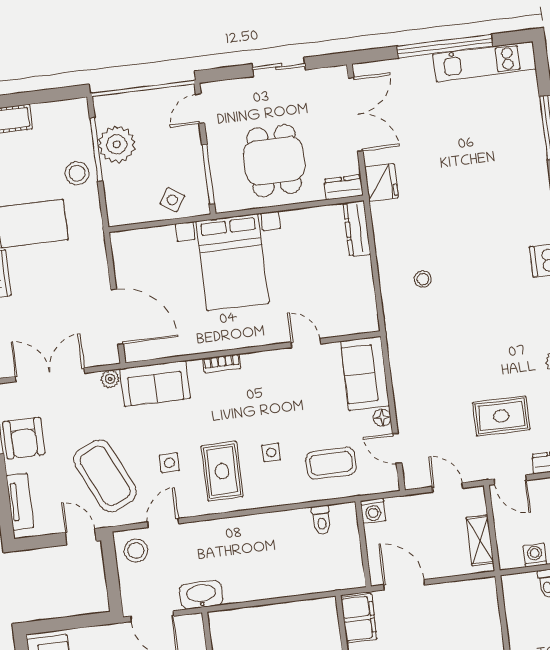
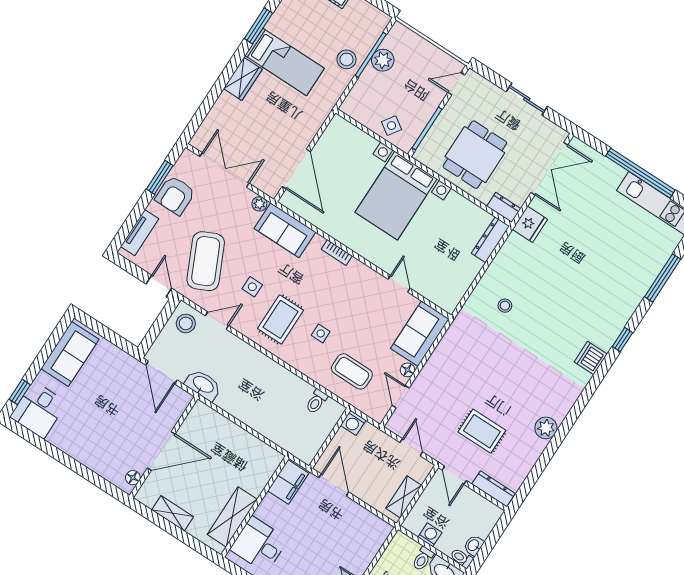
plant: (117, 144) -> (383, 60), width x0.73, depth x0.73

